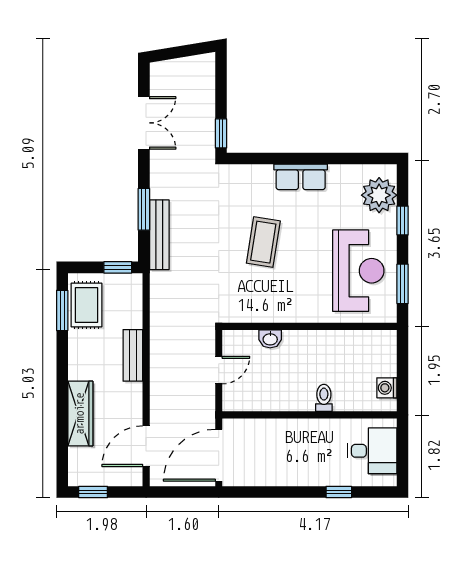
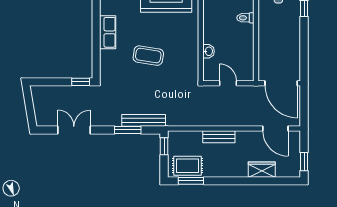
wardrobe: (80, 414) -> (262, 170), width x0.67

